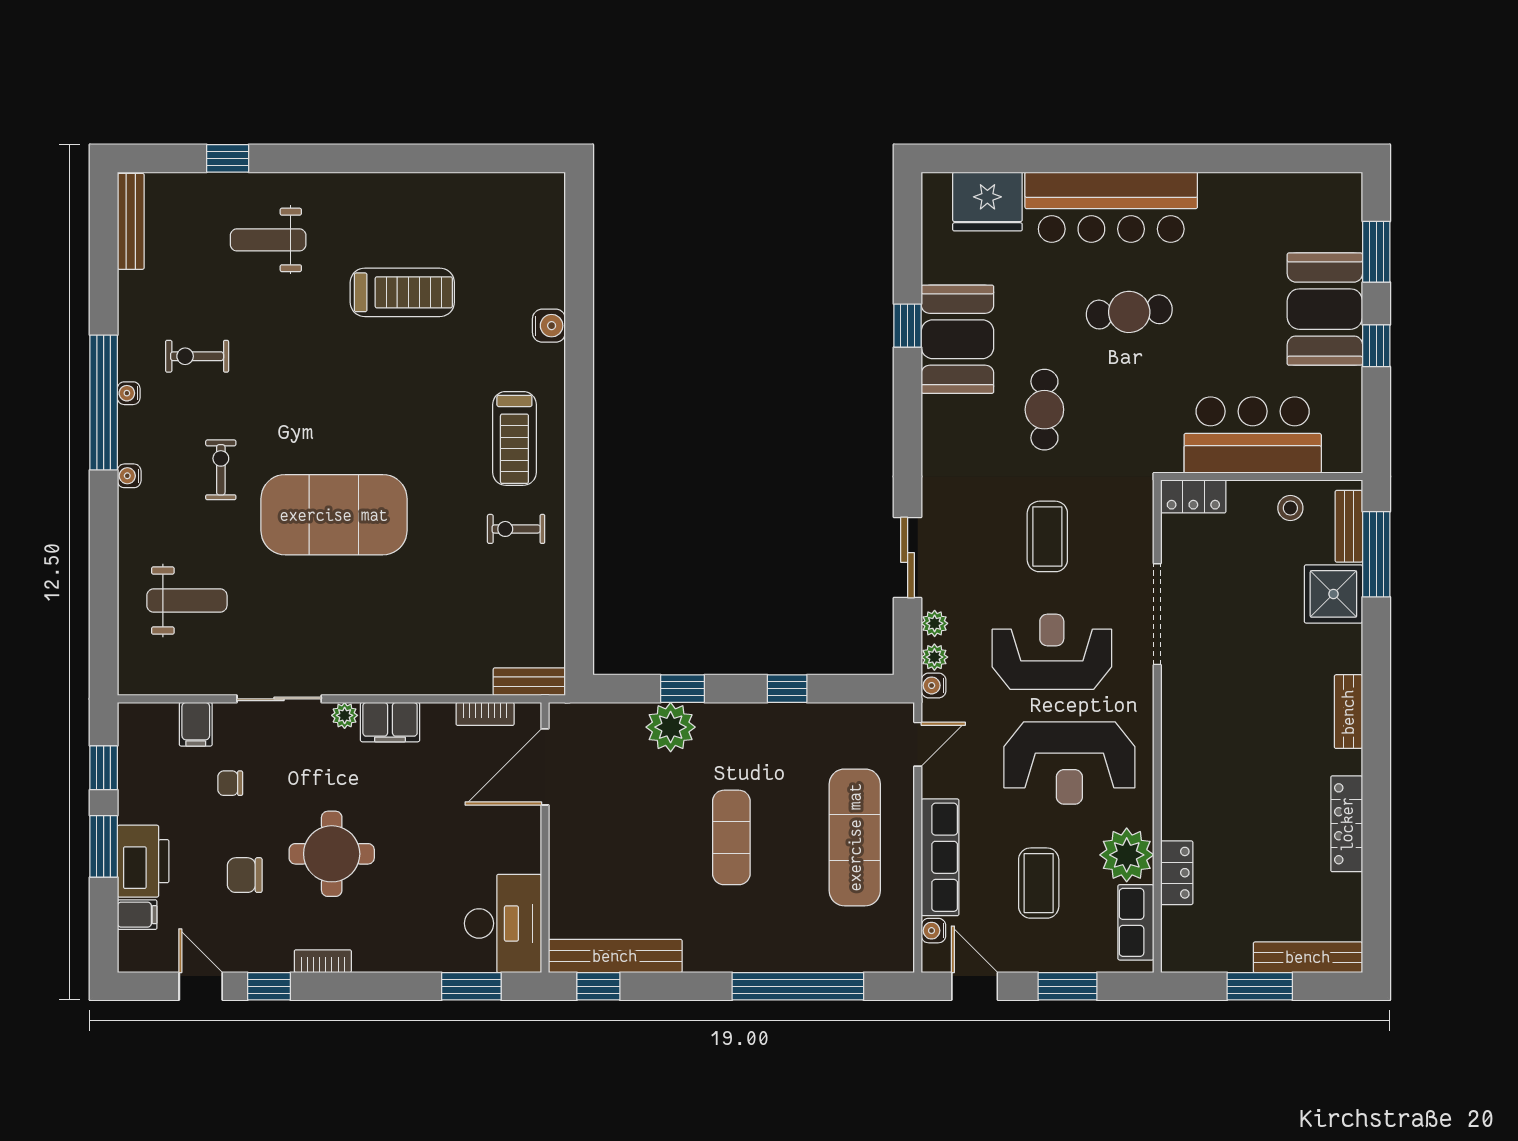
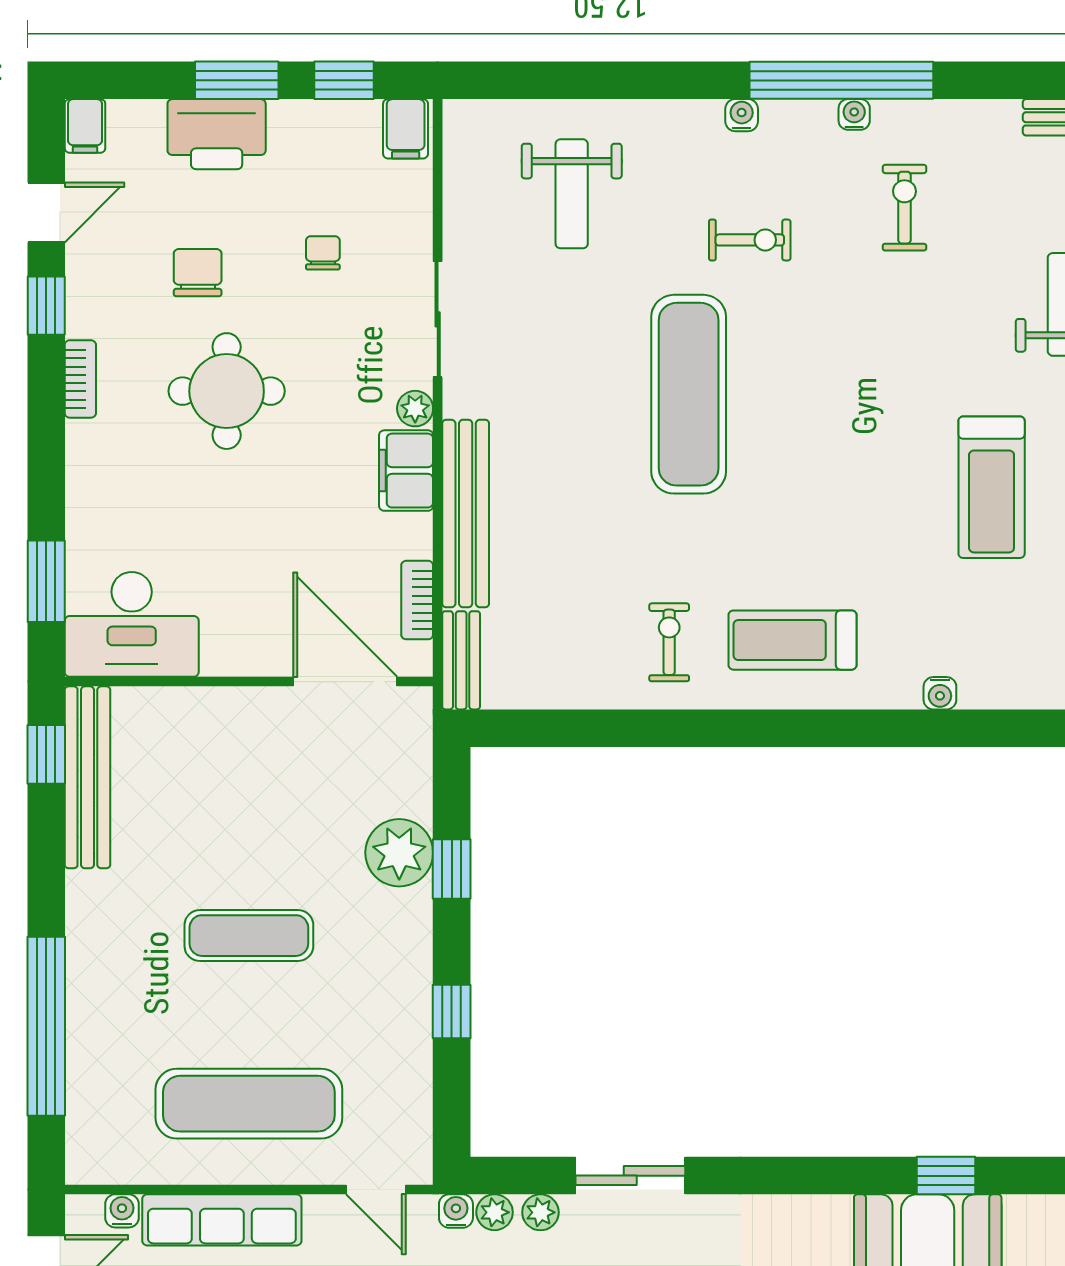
water cooler: (549, 326) -> (940, 693), width x0.72, depth x0.72
exercise mat: (334, 515) -> (689, 394), width x0.68
bench: (422, 678) -> (466, 513), added
filing cabinet: (196, 724) -> (406, 129), moved, turned -90
filing cabinet: (137, 915) -> (85, 126), moved

